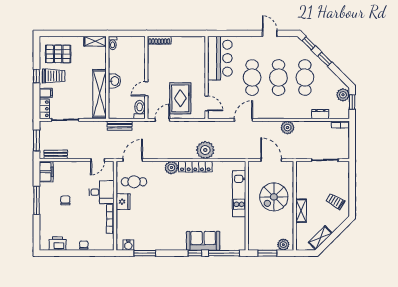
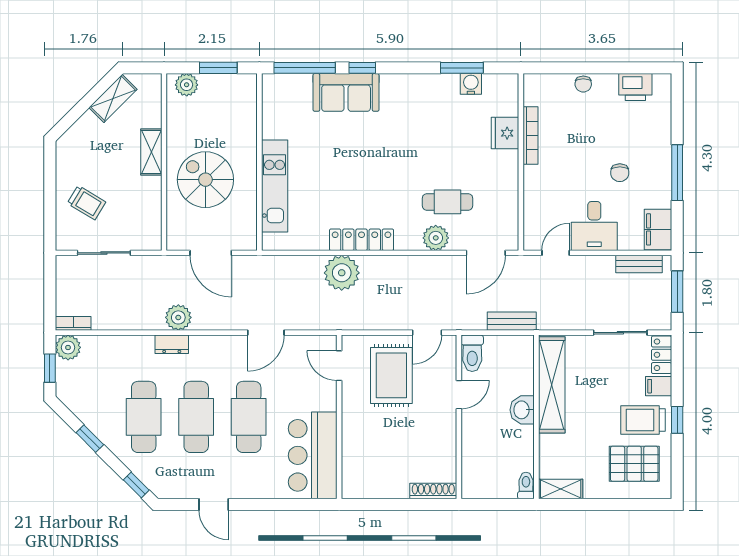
window: (325, 59) -> (90, 439), moved
plant: (343, 95) -> (68, 347), moved
dresser: (320, 114) -> (172, 344), moved
plant: (171, 168) -> (436, 238), moved
cafe table: (134, 182) -> (447, 202), moved
desk: (102, 192) -> (594, 226), moved, turned -90
spiral stairs: (274, 197) -> (205, 180), turned -90
trolley: (335, 201) -> (86, 203), moved
fridge: (123, 202) -> (505, 133), moved
water cooler: (128, 245) -> (471, 84), moved

